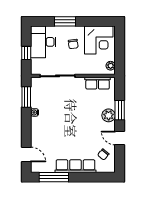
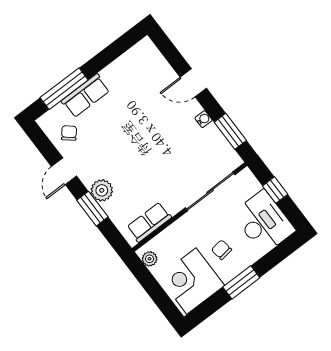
window: (65, 21) -> (241, 282), moved
door: (120, 138) -> (64, 171), swing flipped
door: (26, 154) -> (193, 83), moved
row of seats: (75, 166) -> (86, 96), width x0.68
window: (54, 177) -> (64, 89), moved

